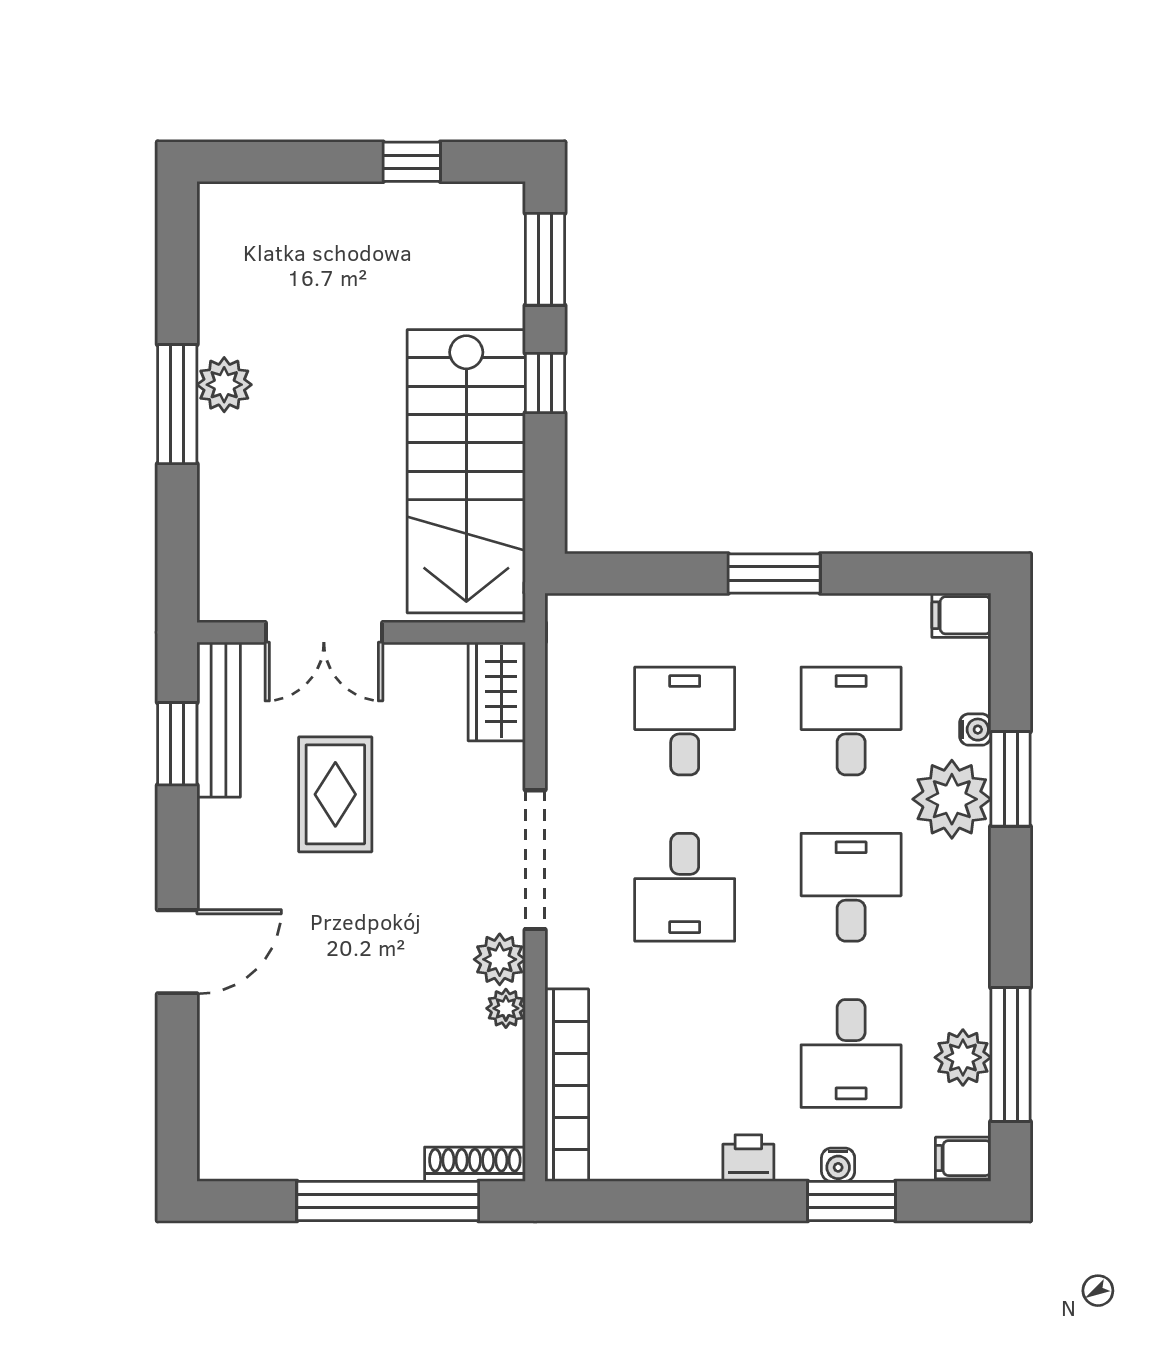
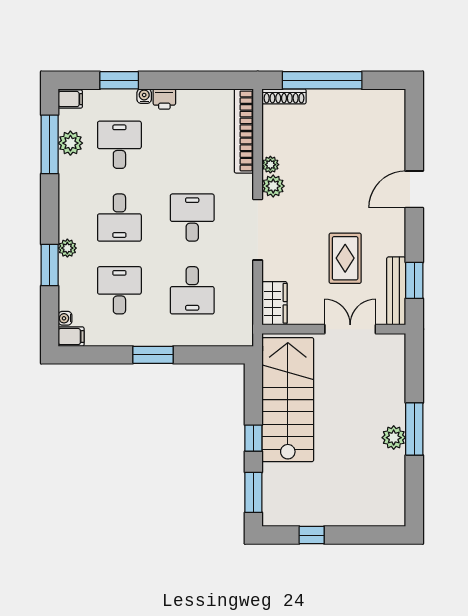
desk: (851, 721) -> (119, 290), turned 180
water cooler: (975, 730) -> (65, 318), moved
plant: (952, 799) -> (67, 248), width x0.53, depth x0.53
water cooler: (838, 1165) -> (144, 96), moved

